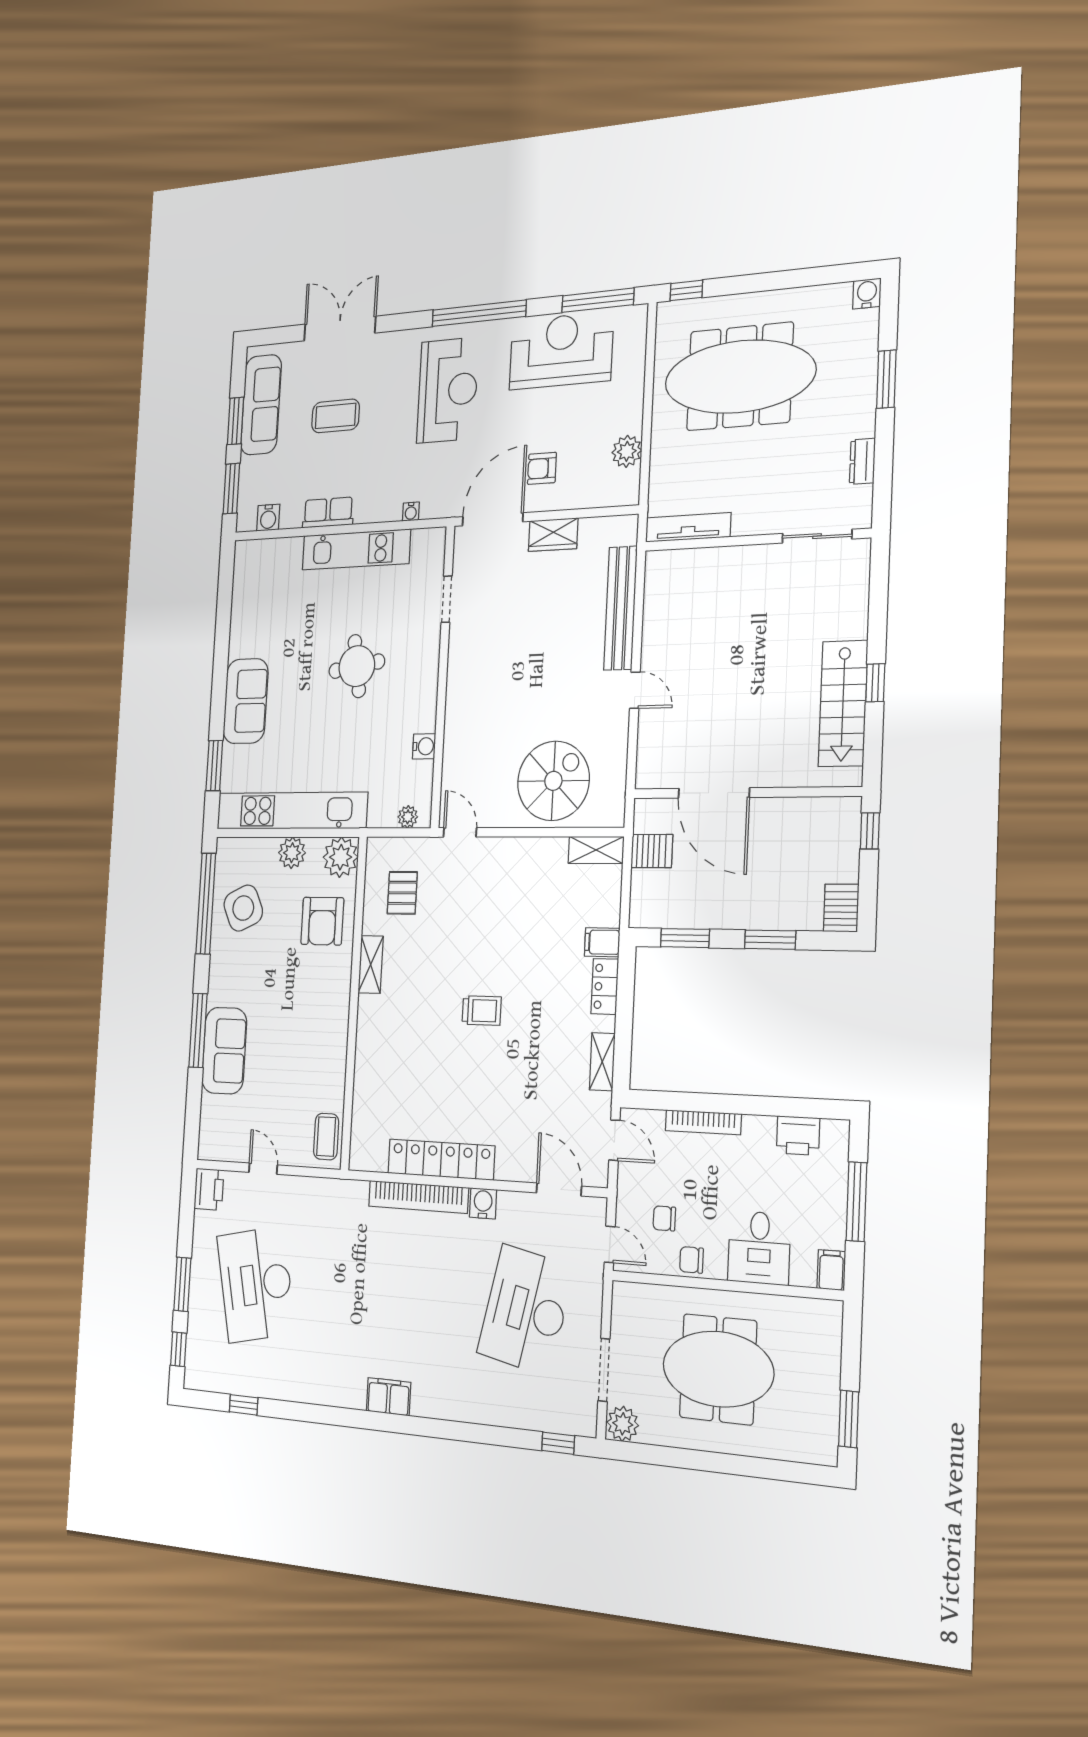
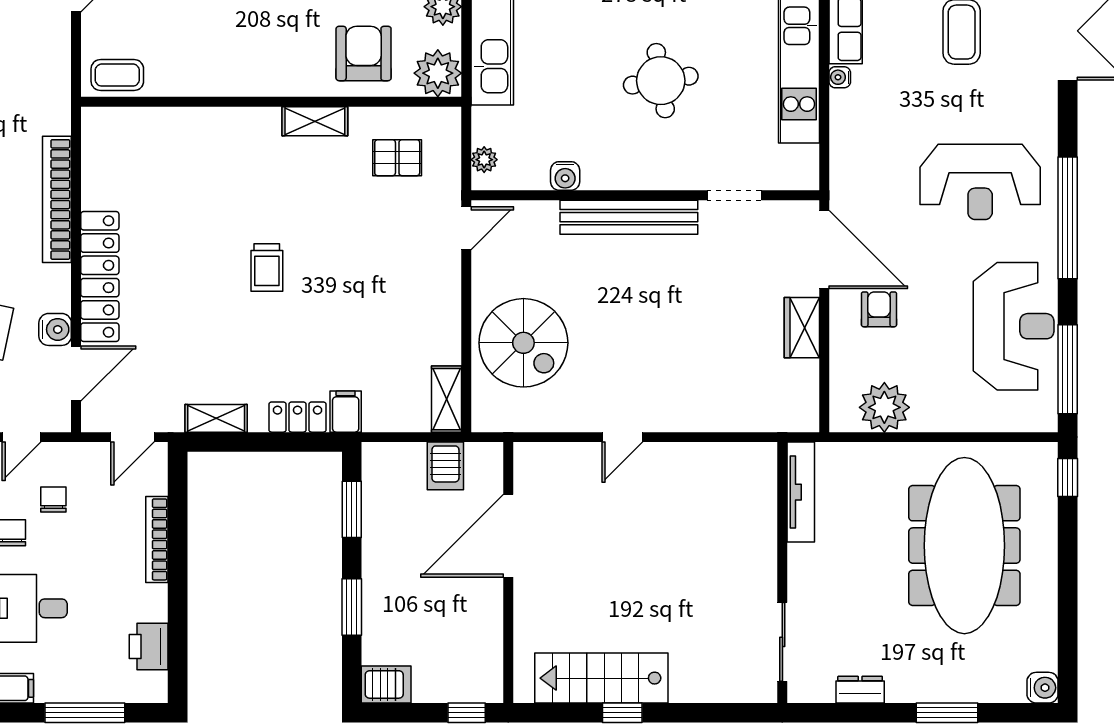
plant: (627, 451) -> (884, 407), width x1.36, depth x1.36
water cooler: (411, 512) -> (840, 77), moved
bench: (621, 608) -> (629, 217), moved
armchair: (322, 921) -> (364, 53), turned 90
locker: (441, 1160) -> (100, 276), moved
water cooler: (483, 1203) -> (55, 329), moved

